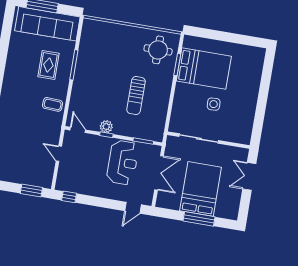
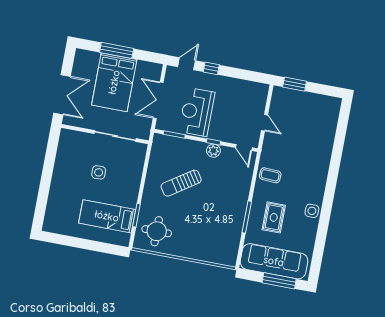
bed: (204, 69) -> (107, 216), width x0.67
side table: (13, 72) -> (312, 211), added
sun lounger: (136, 96) -> (181, 183), turned -124
double door: (249, 176) -> (62, 95), width x1.37
window: (69, 197) -> (211, 68), moved

